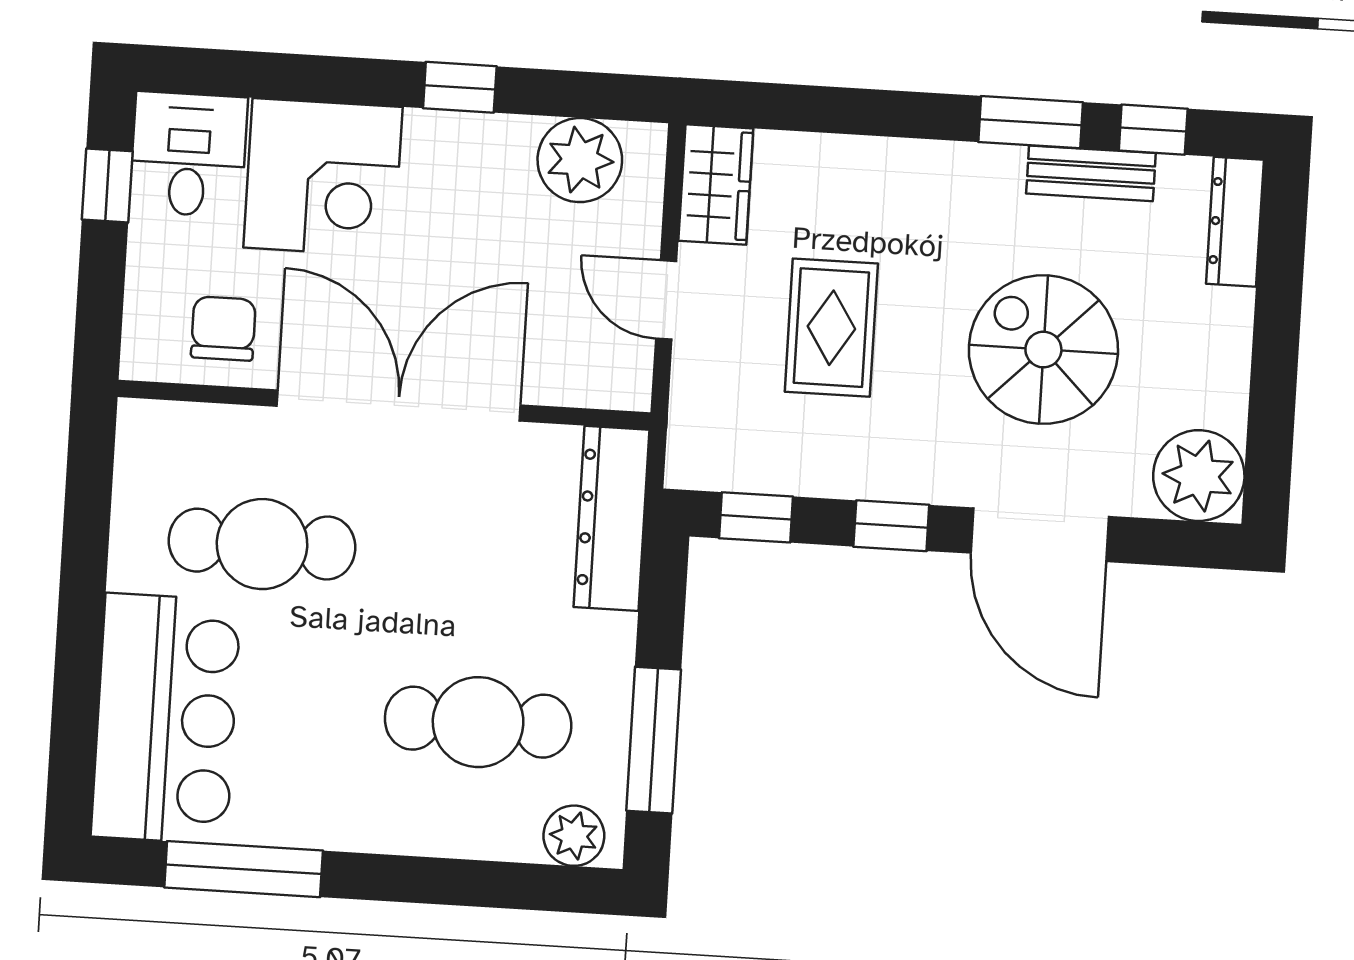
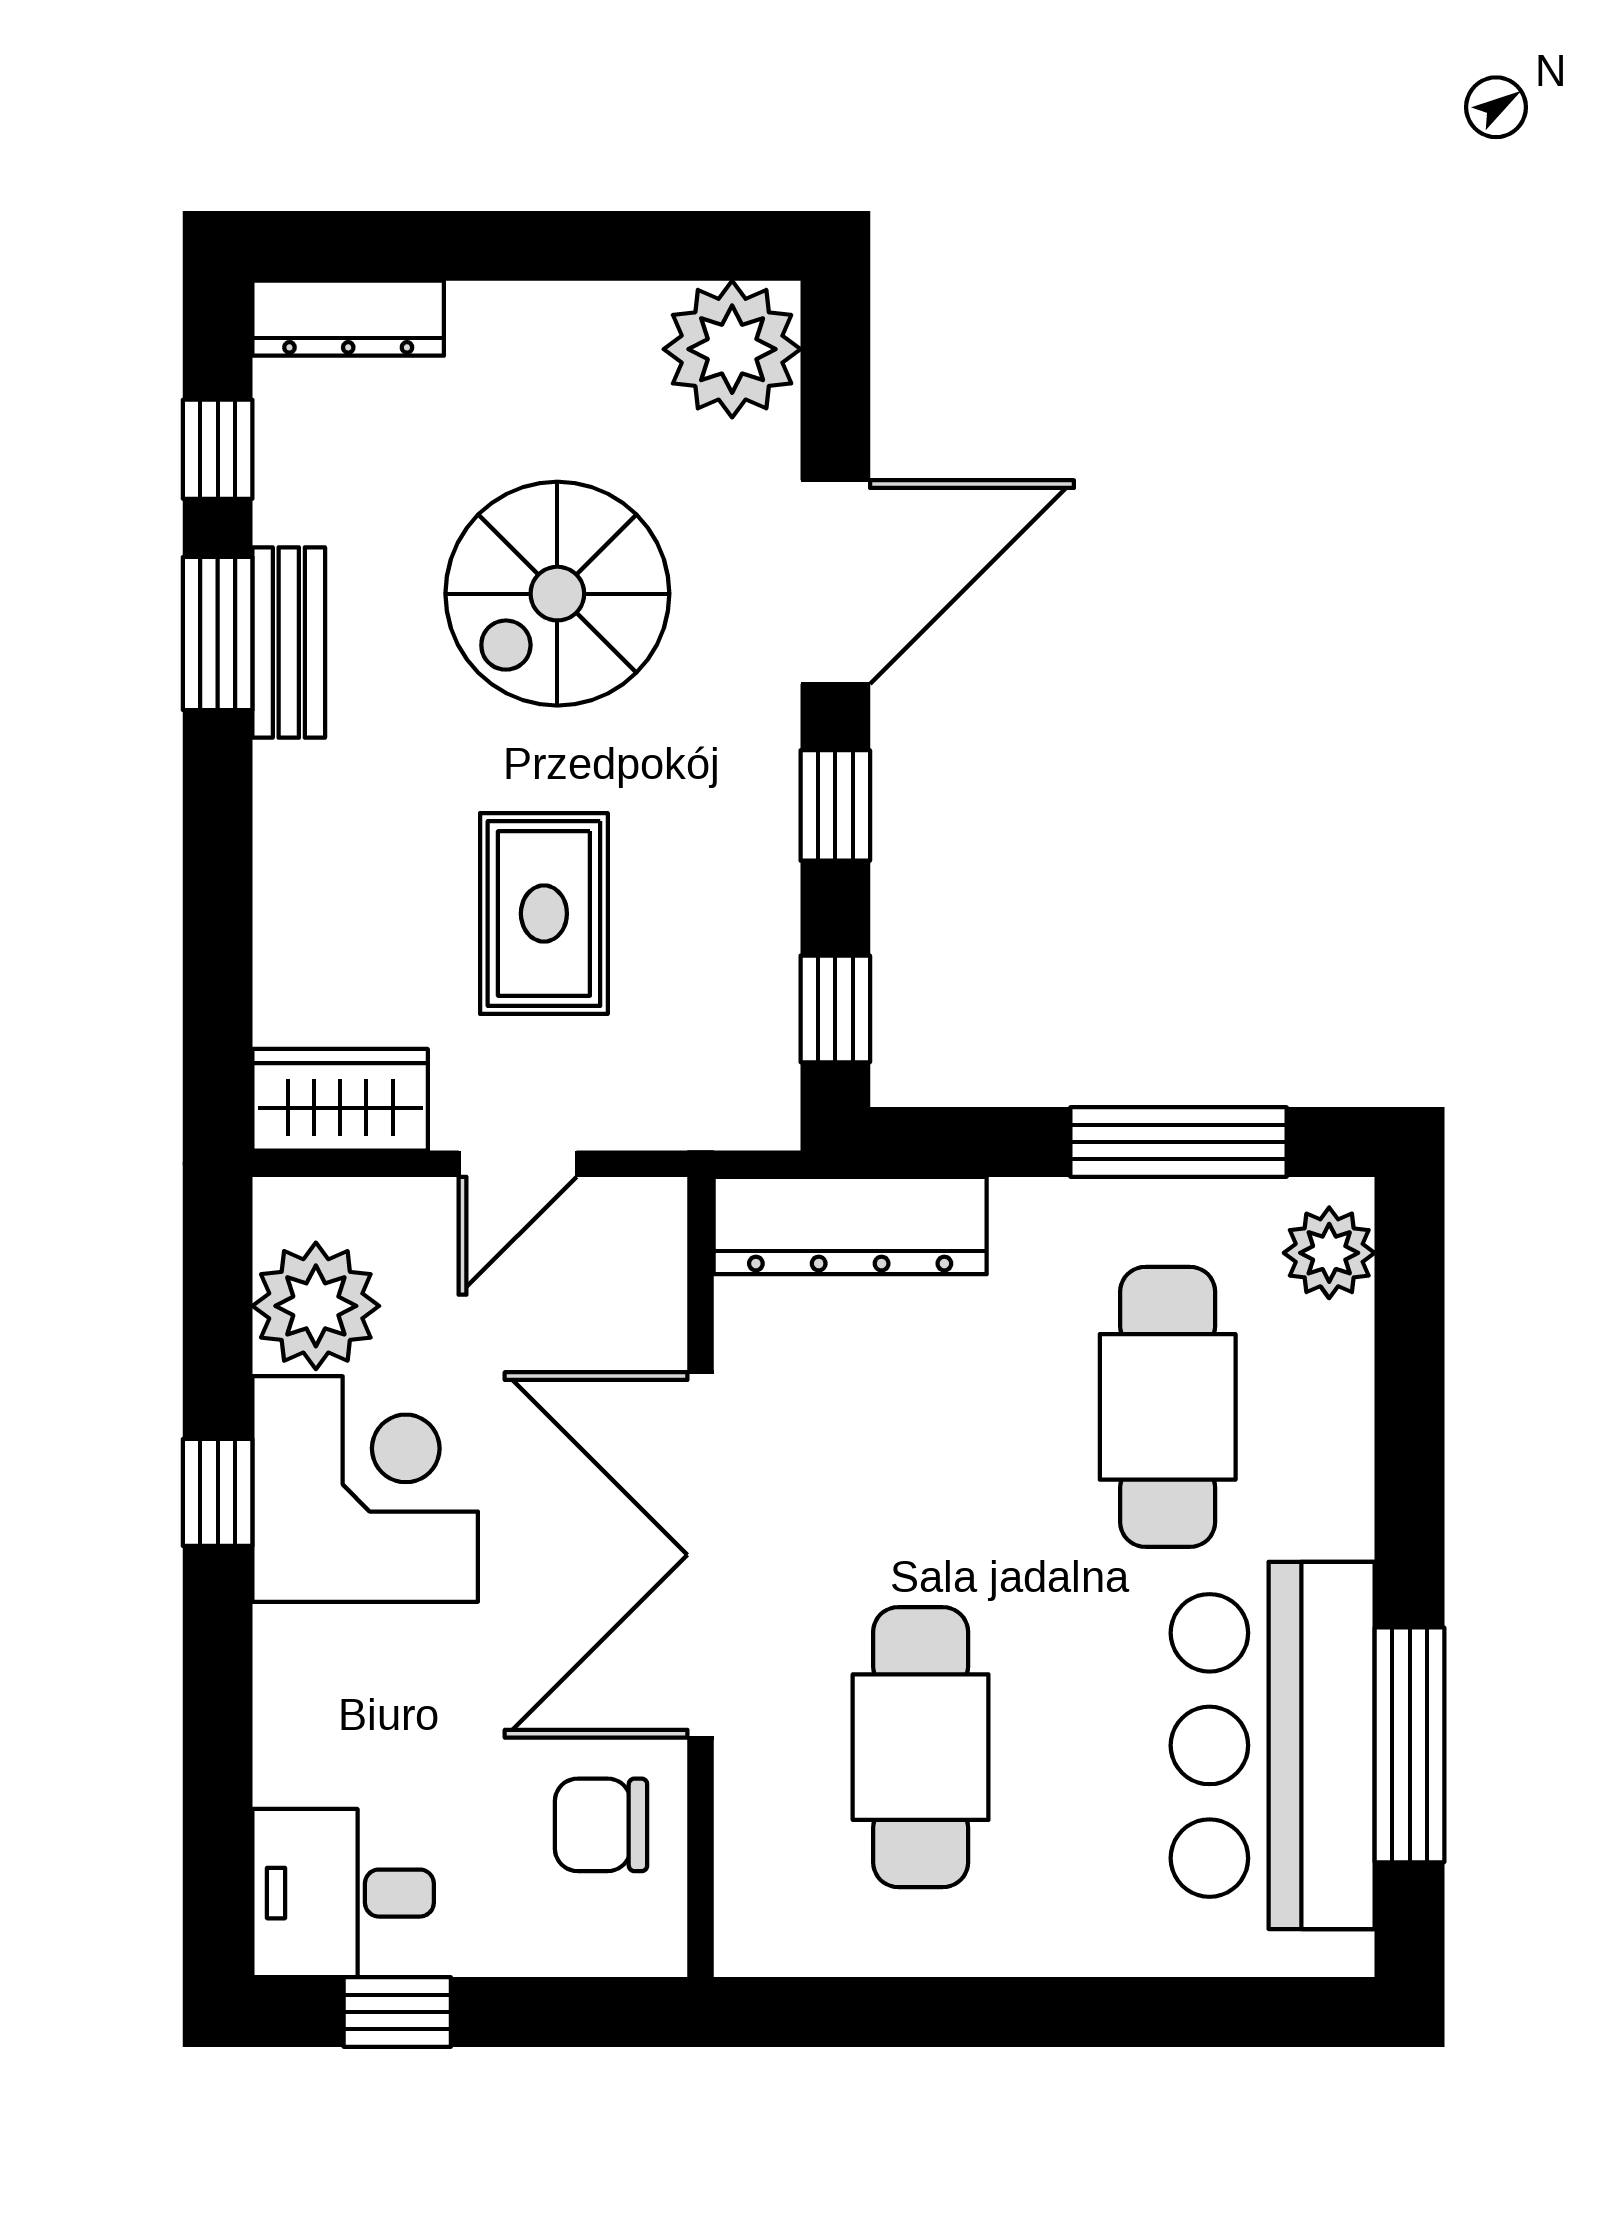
bench: (1091, 173) -> (289, 643), moved
corner desk: (323, 177) -> (365, 1489), moved
rug: (831, 328) -> (544, 914), turned 90
bar counter: (166, 719) -> (1273, 1745), moved, turned -90

